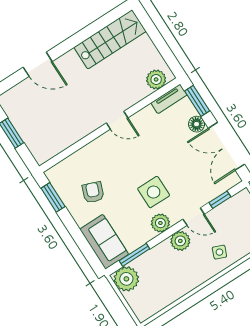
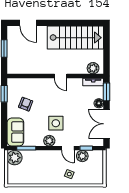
stairs: (110, 39) -> (75, 38), width x1.36, depth x1.51
door: (38, 64) -> (28, 23), moved
plant: (180, 241) -> (82, 156), moved

